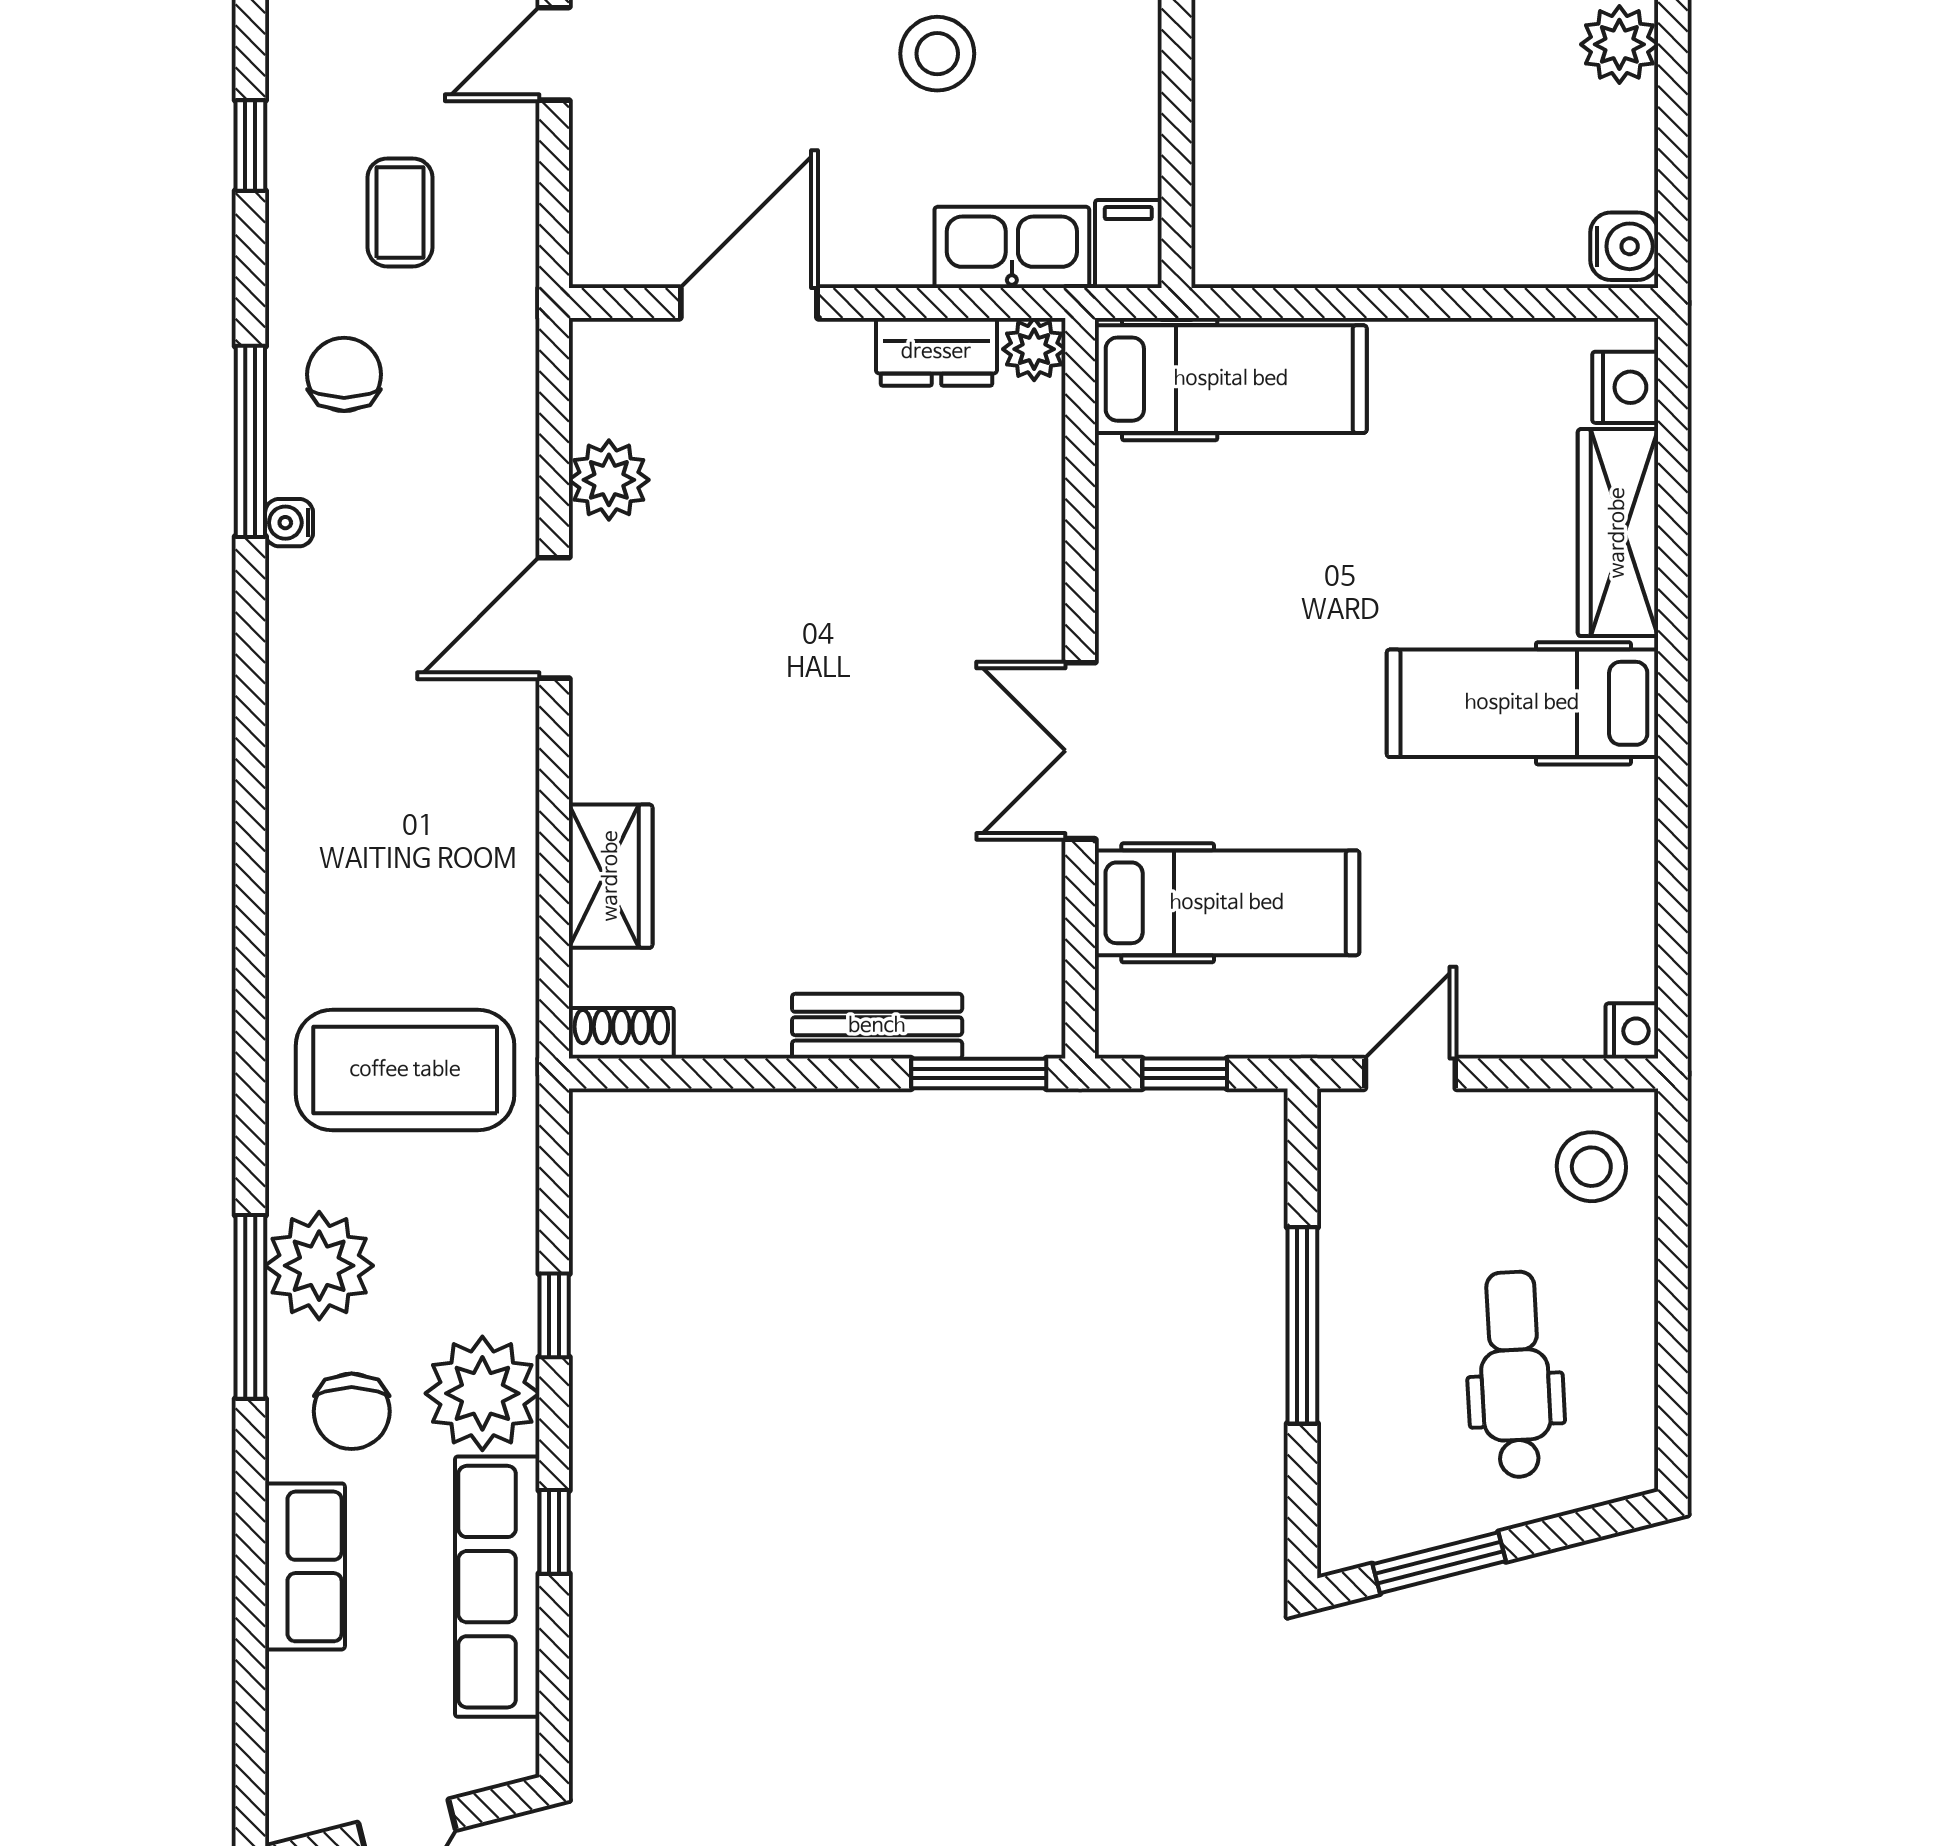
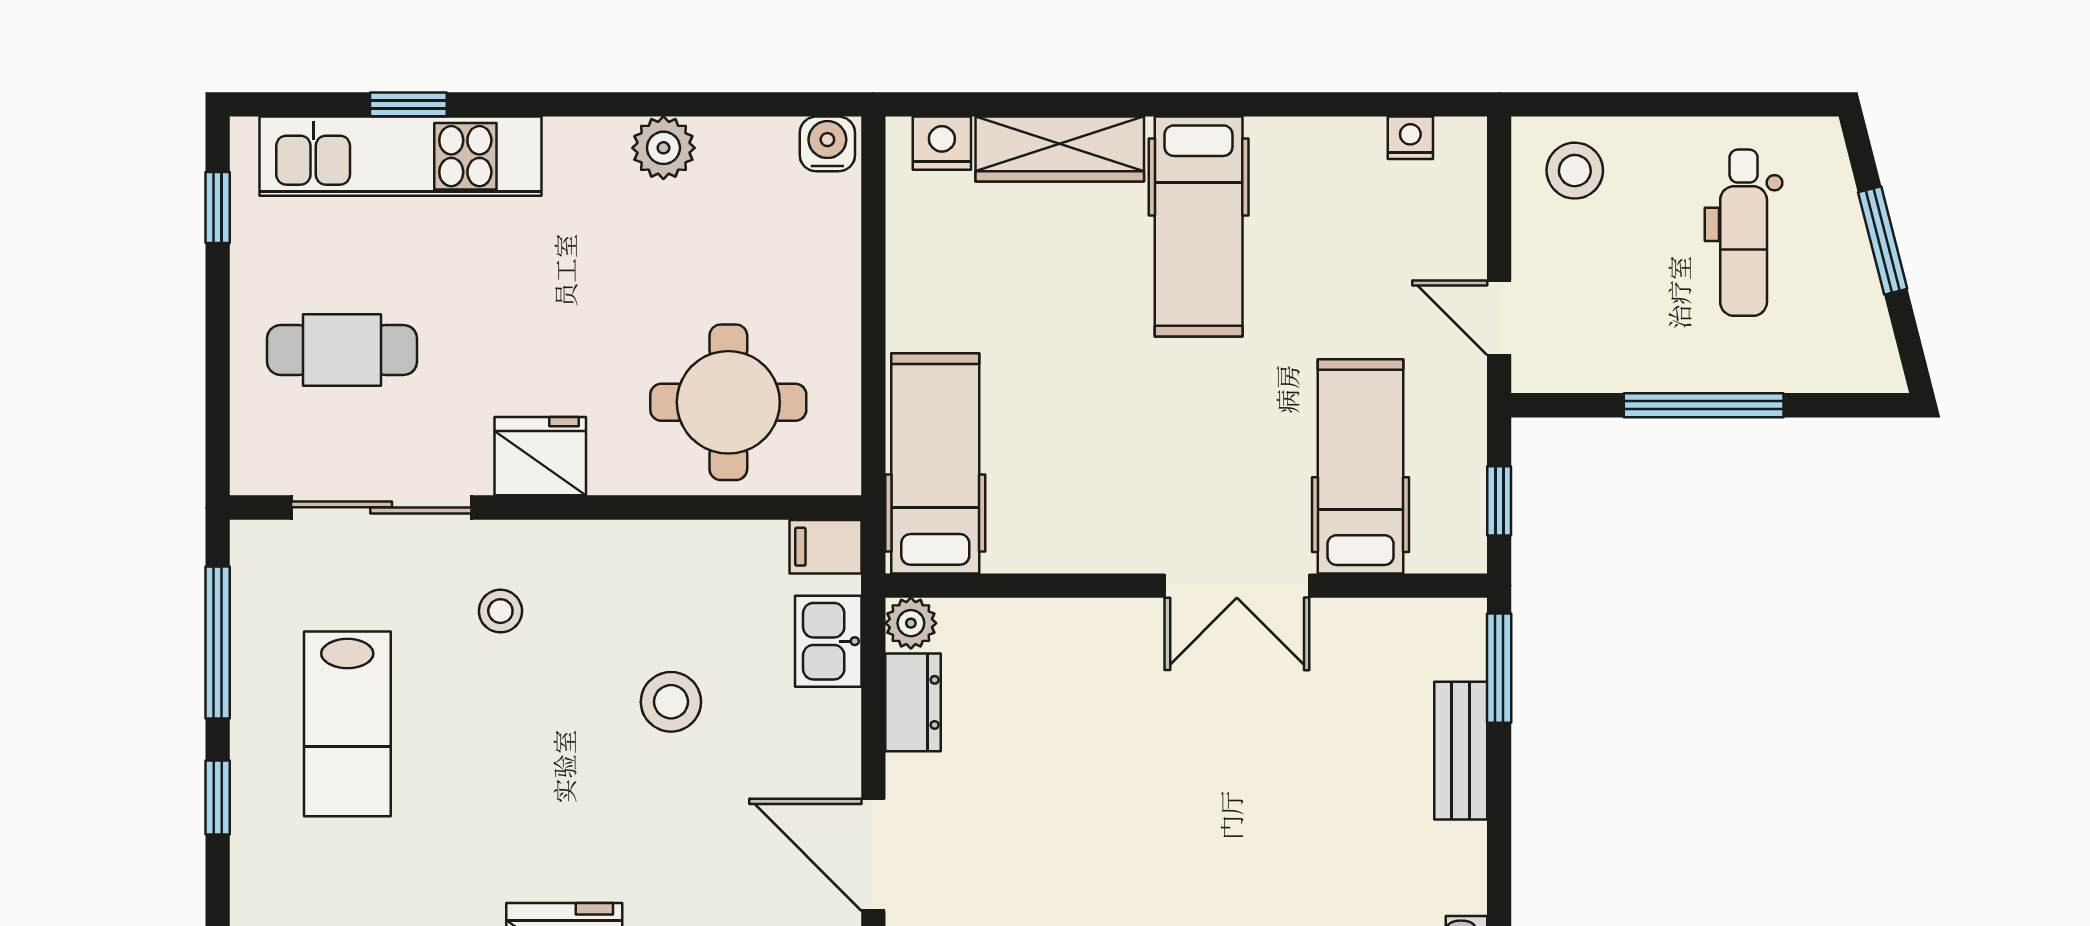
round table: (1306, 124) -> (728, 402), added
kitchen sink: (1012, 247) -> (828, 641), width x0.73
nightstand: (1632, 1031) -> (1410, 138), moved
dental chair: (1515, 1374) -> (1744, 233), turned -87
window: (1439, 1563) -> (1883, 240), moved

